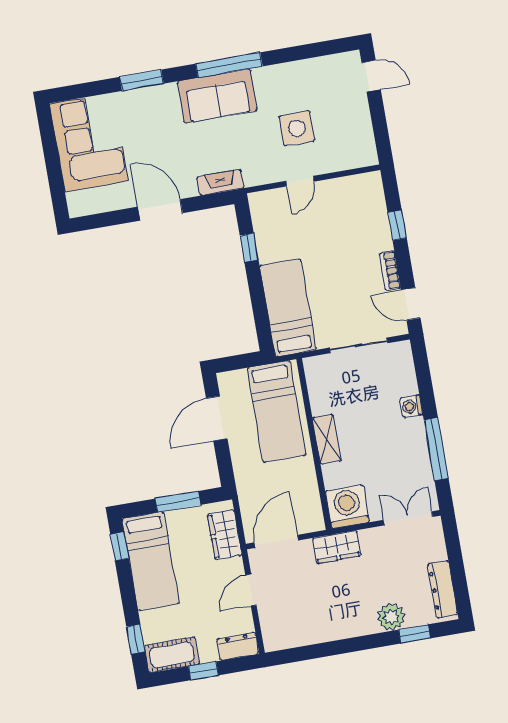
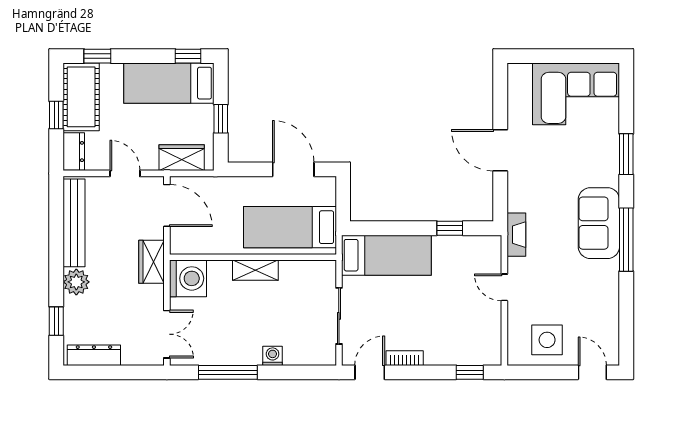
door: (371, 76) -> (592, 372), swing flipped
side table: (297, 128) -> (547, 340), moved
fireplace: (221, 182) -> (516, 235), moved
door: (160, 210) -> (500, 150), swing flipped
window: (397, 225) -> (470, 372), moved
window: (178, 502) -> (221, 119), width x0.67
plant: (391, 617) -> (76, 282), moved
bench: (311, 633) -> (74, 223), added
cot: (172, 655) -> (81, 97), width x1.37, depth x1.34

